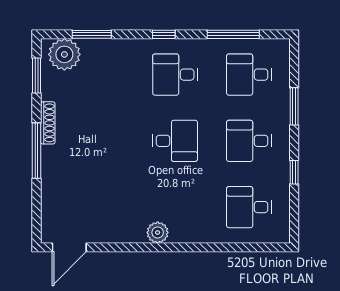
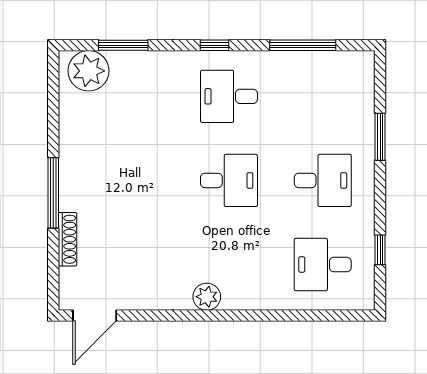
desk: (249, 75) -> (323, 96), removed
window: (37, 76) -> (53, 98), removed
shoe rack: (48, 123) -> (67, 239), moved
desk: (249, 141) -> (323, 180), turned 180
window: (294, 172) -> (380, 250), moved

